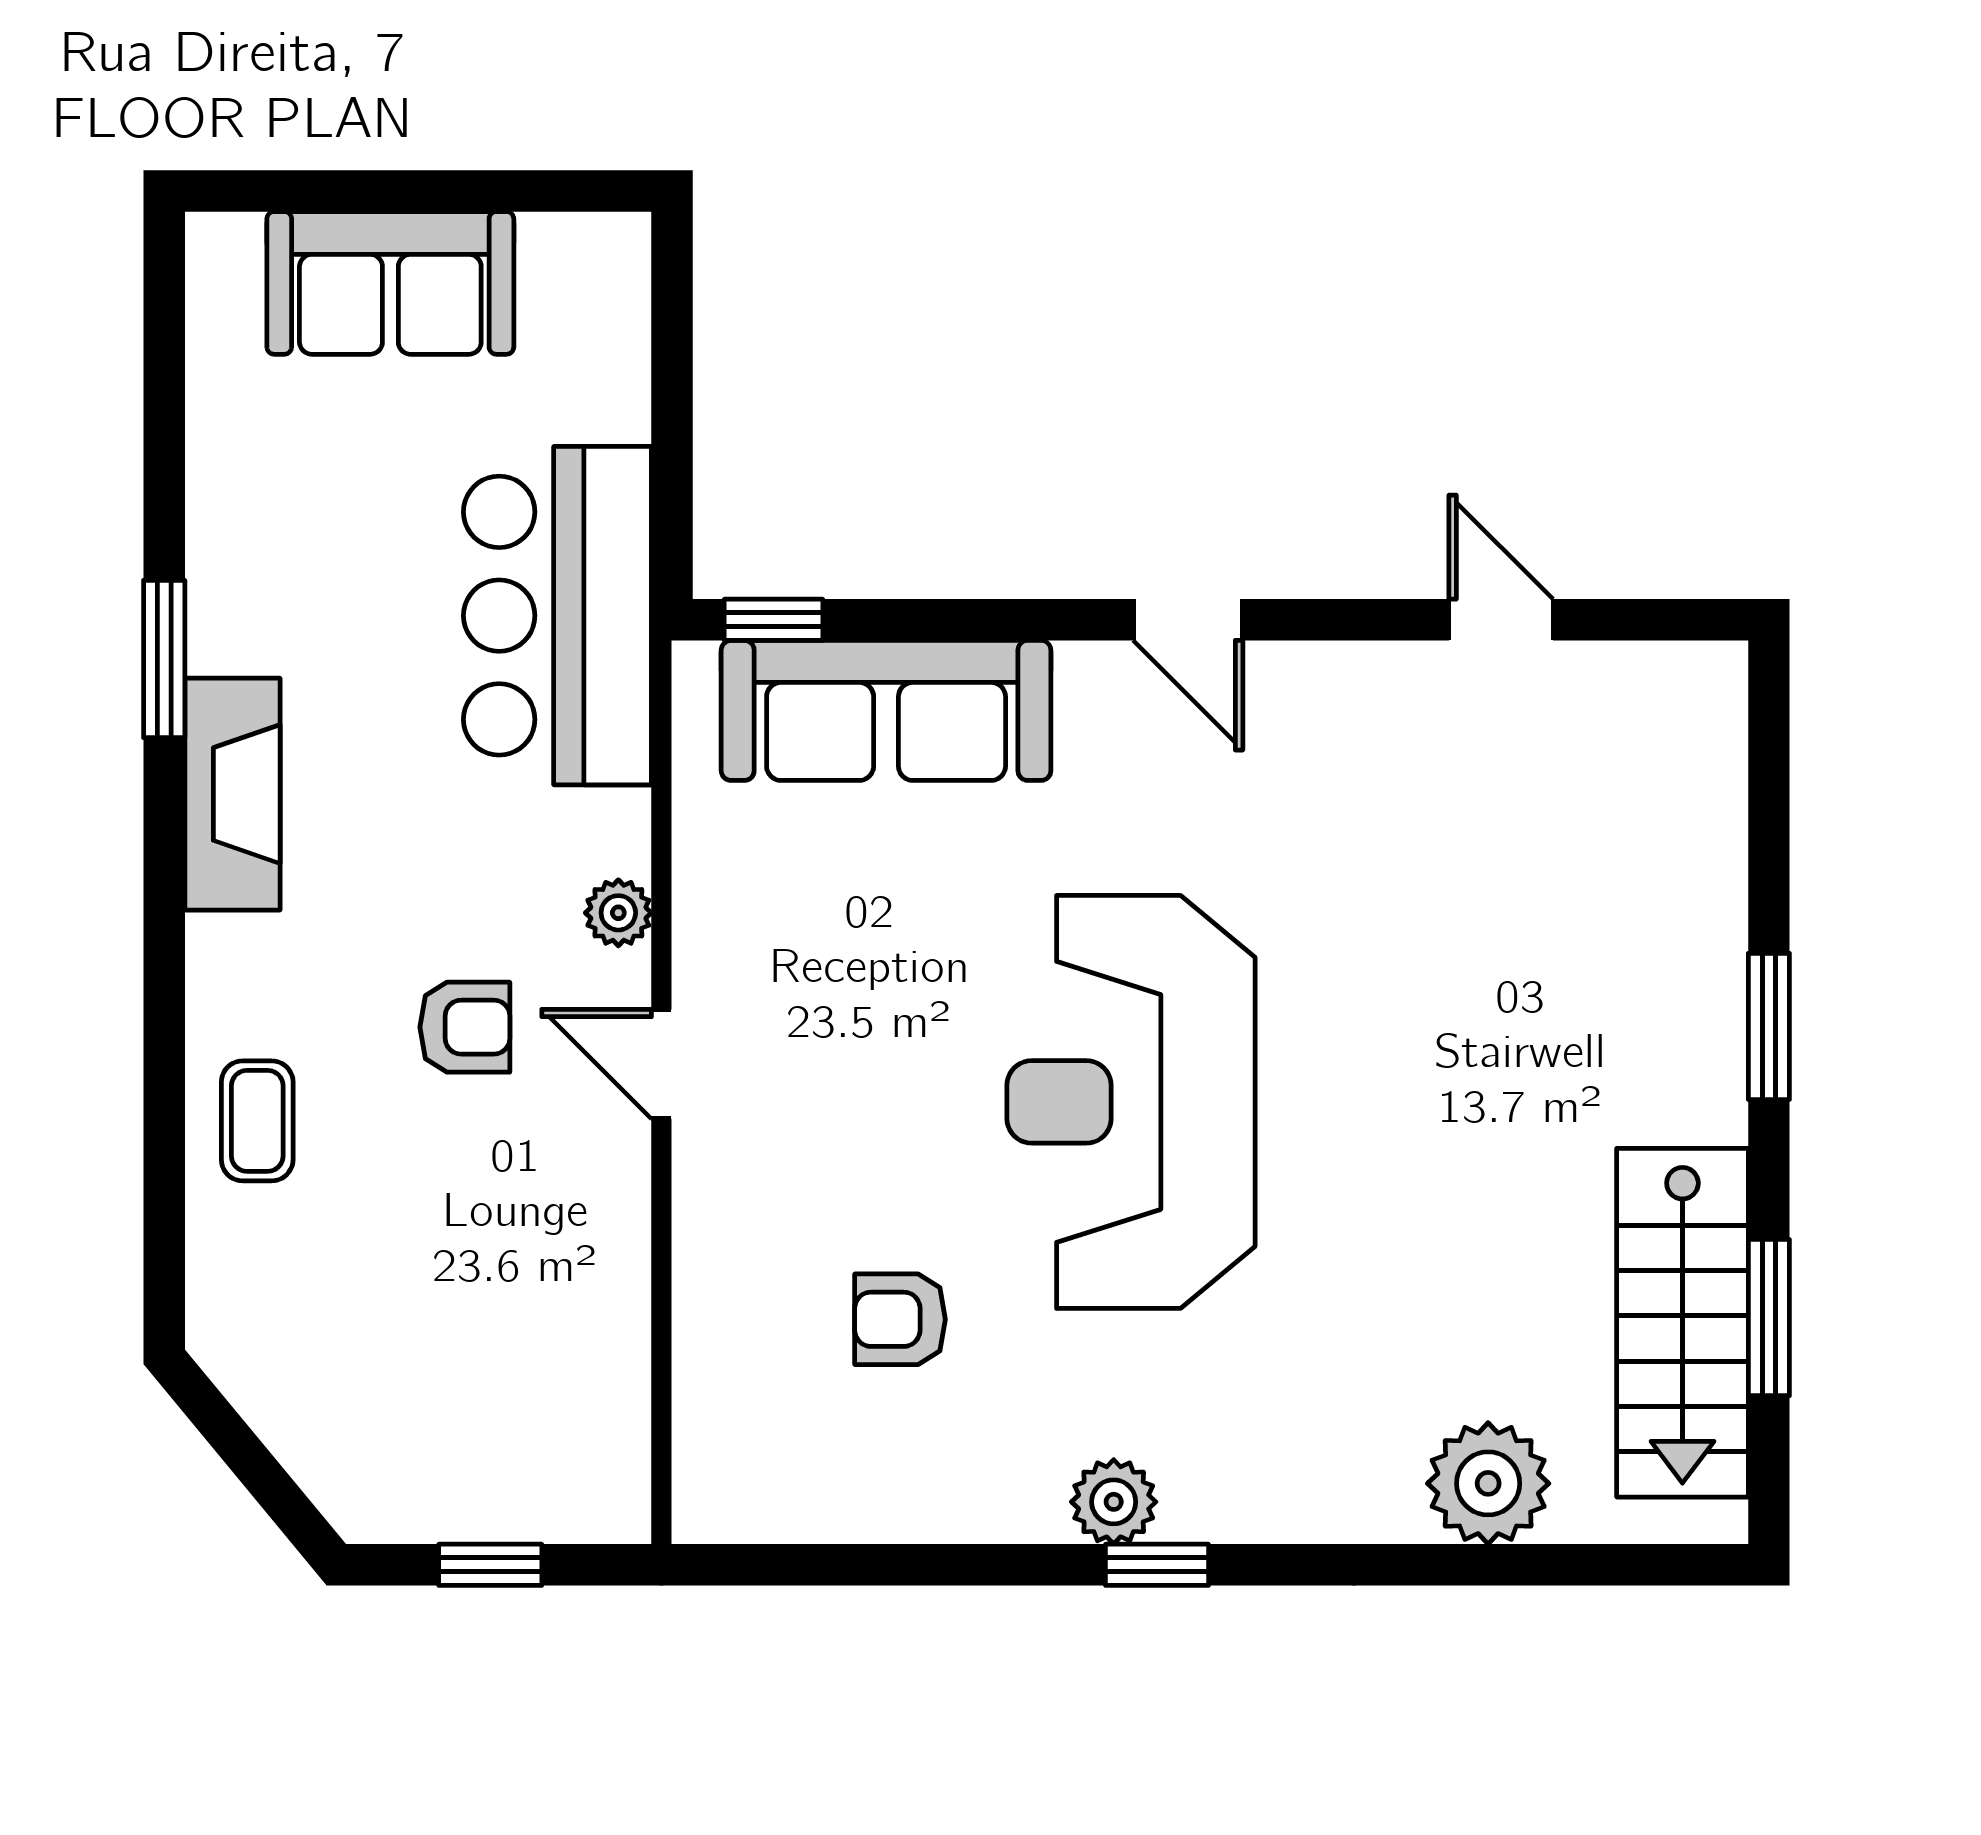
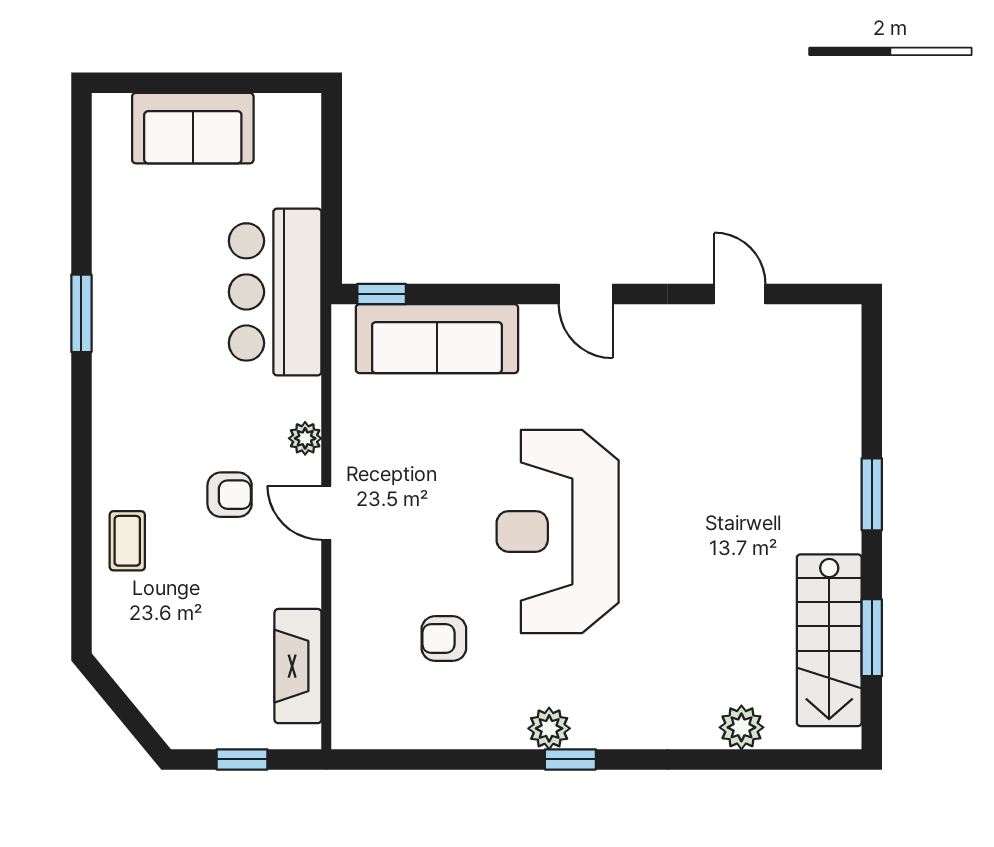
fireplace: (232, 794) -> (298, 666), moved, turned 180
plant: (1488, 1483) -> (741, 727), width x0.73, depth x0.73

